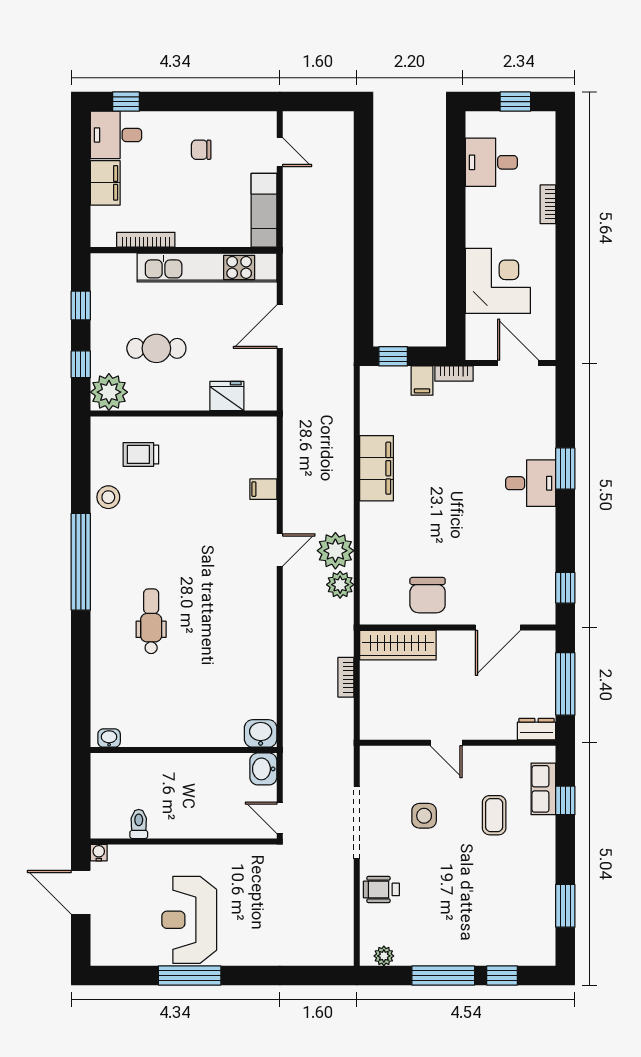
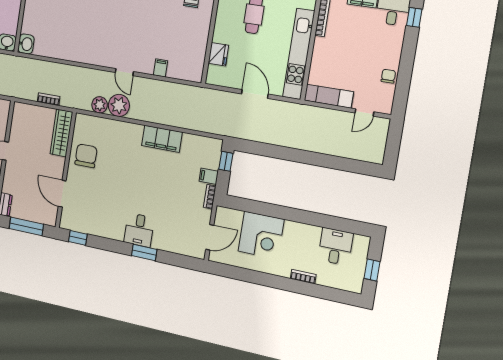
chair: (201, 150) -> (388, 76), moved
chair: (428, 595) -> (86, 156), turned 90

